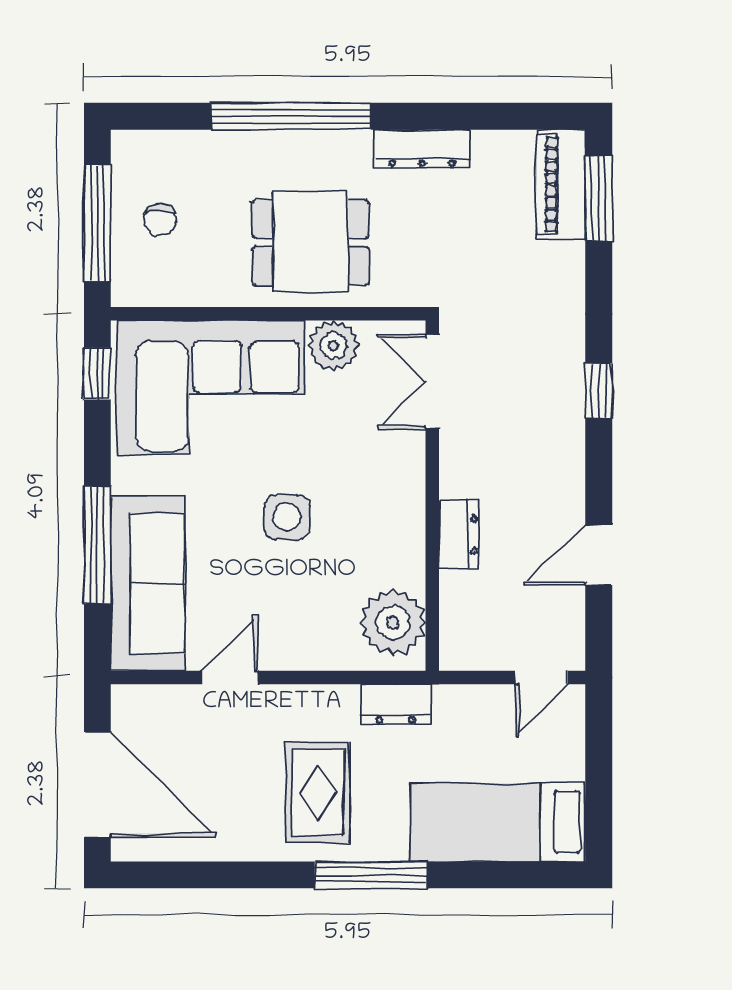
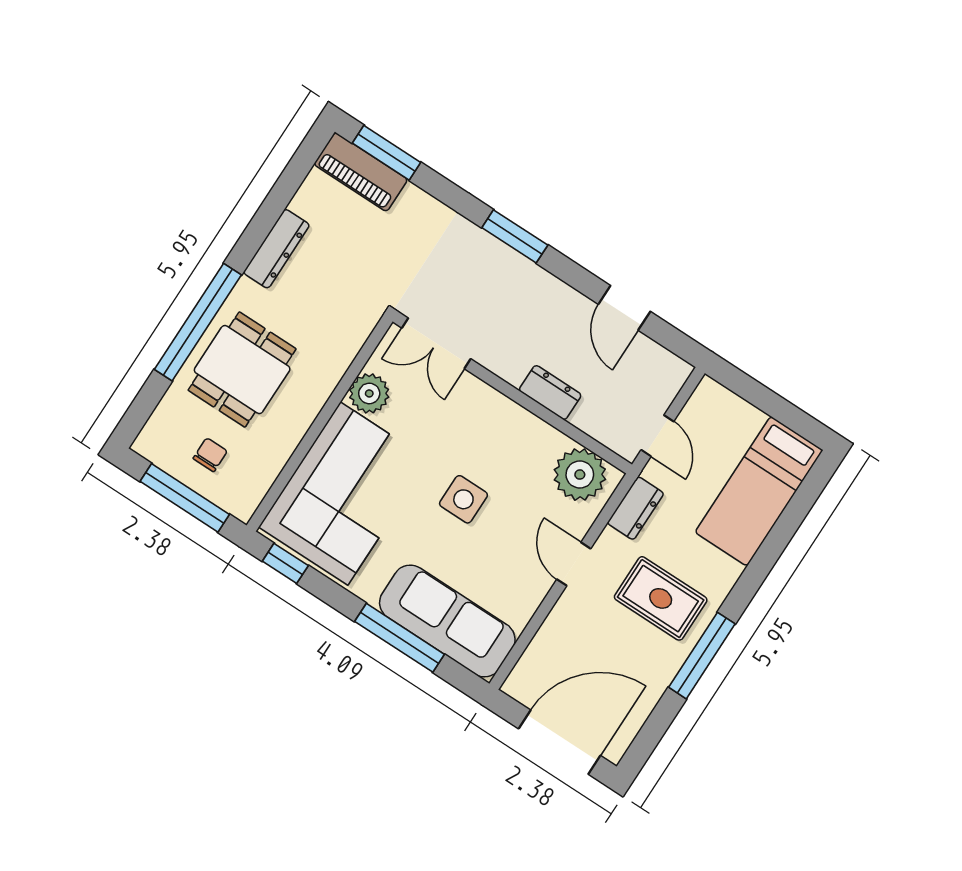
chair: (160, 220) -> (210, 455), turned -90
dining table: (310, 242) -> (242, 370), moved
window: (599, 391) -> (515, 236), width x1.50
door: (230, 678) -> (574, 564), moved
door: (541, 678) -> (657, 436), moved
window: (371, 875) -> (702, 656), moved

